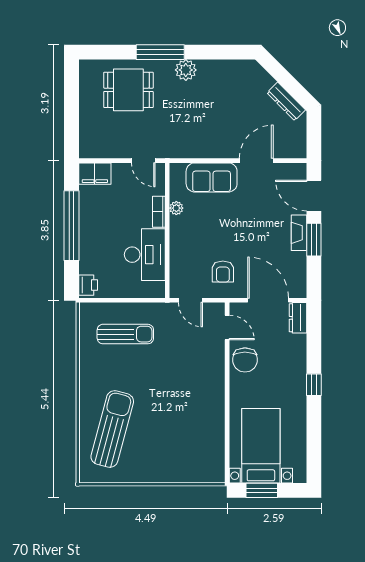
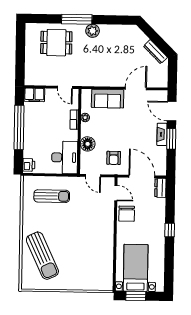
floor lamp: (181, 250) -> (88, 144), added
desk: (145, 255) -> (65, 157), moved
sun lounger: (112, 429) -> (42, 256), turned 140

